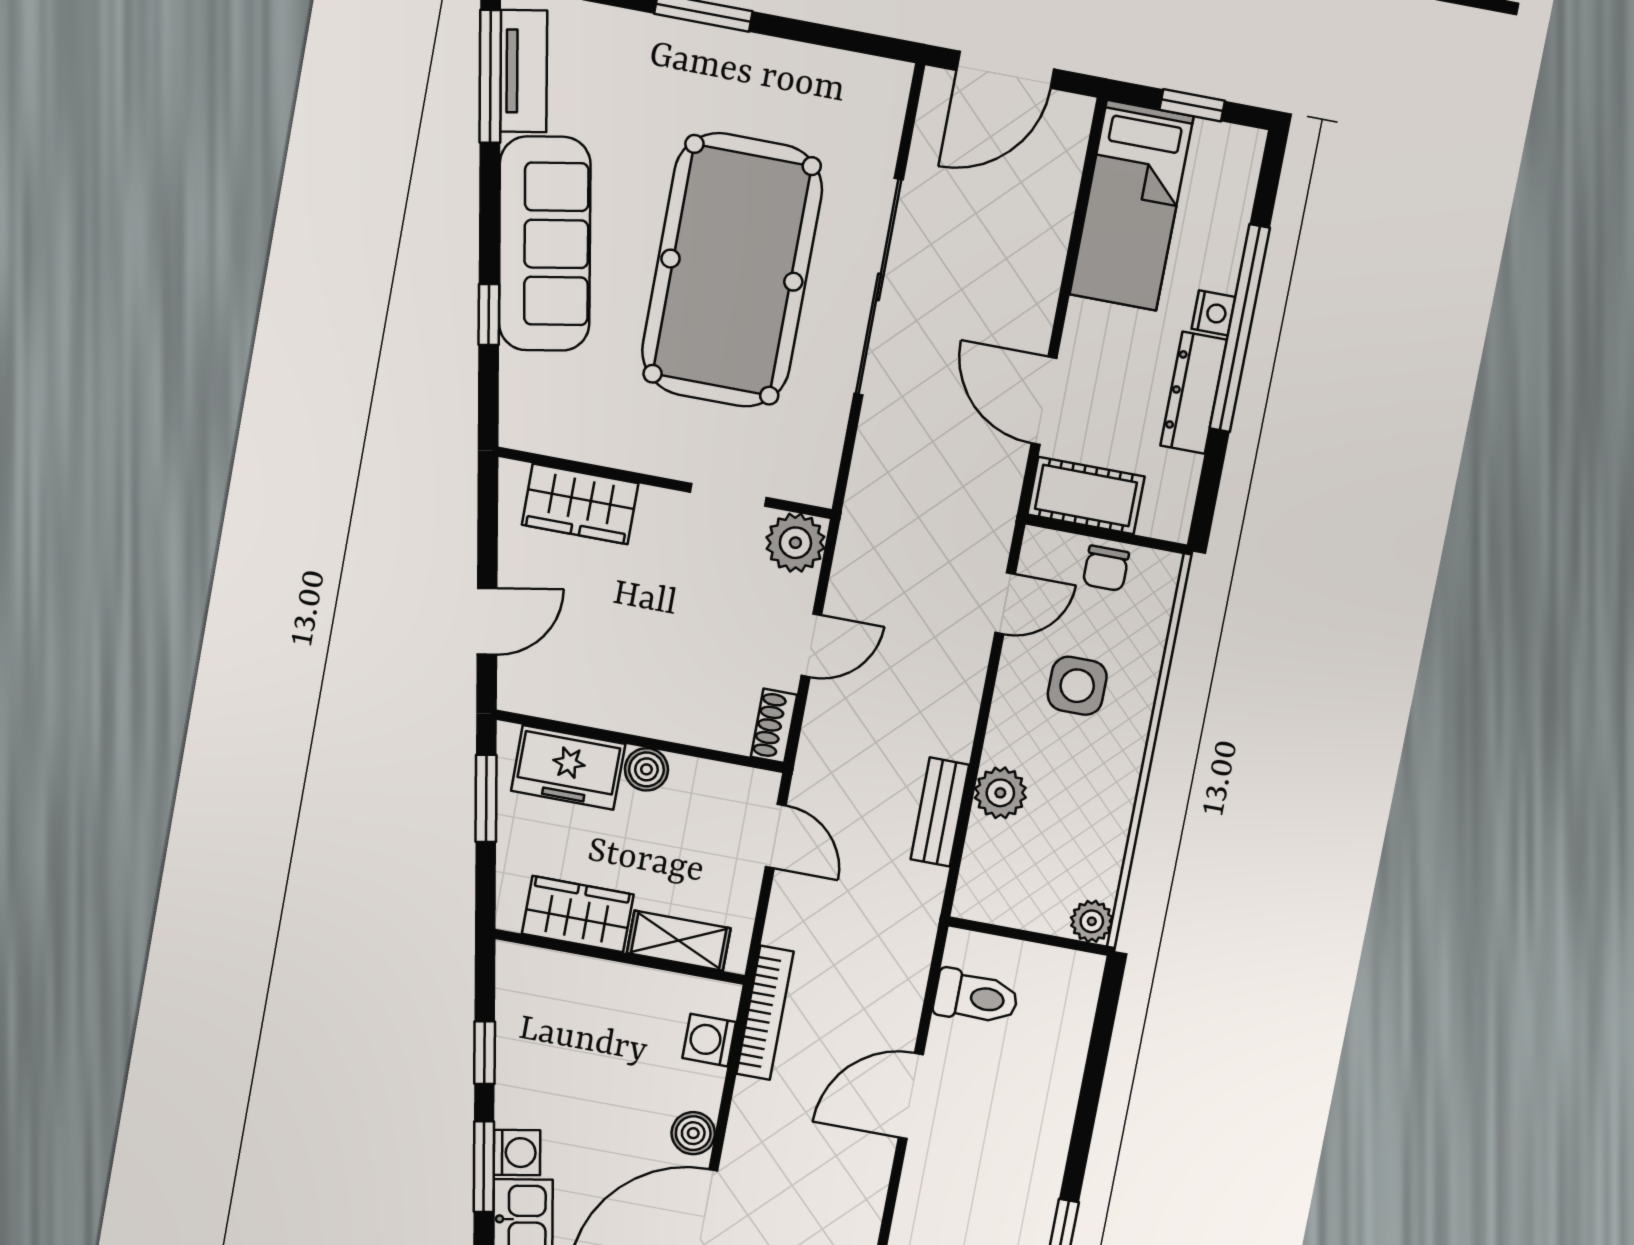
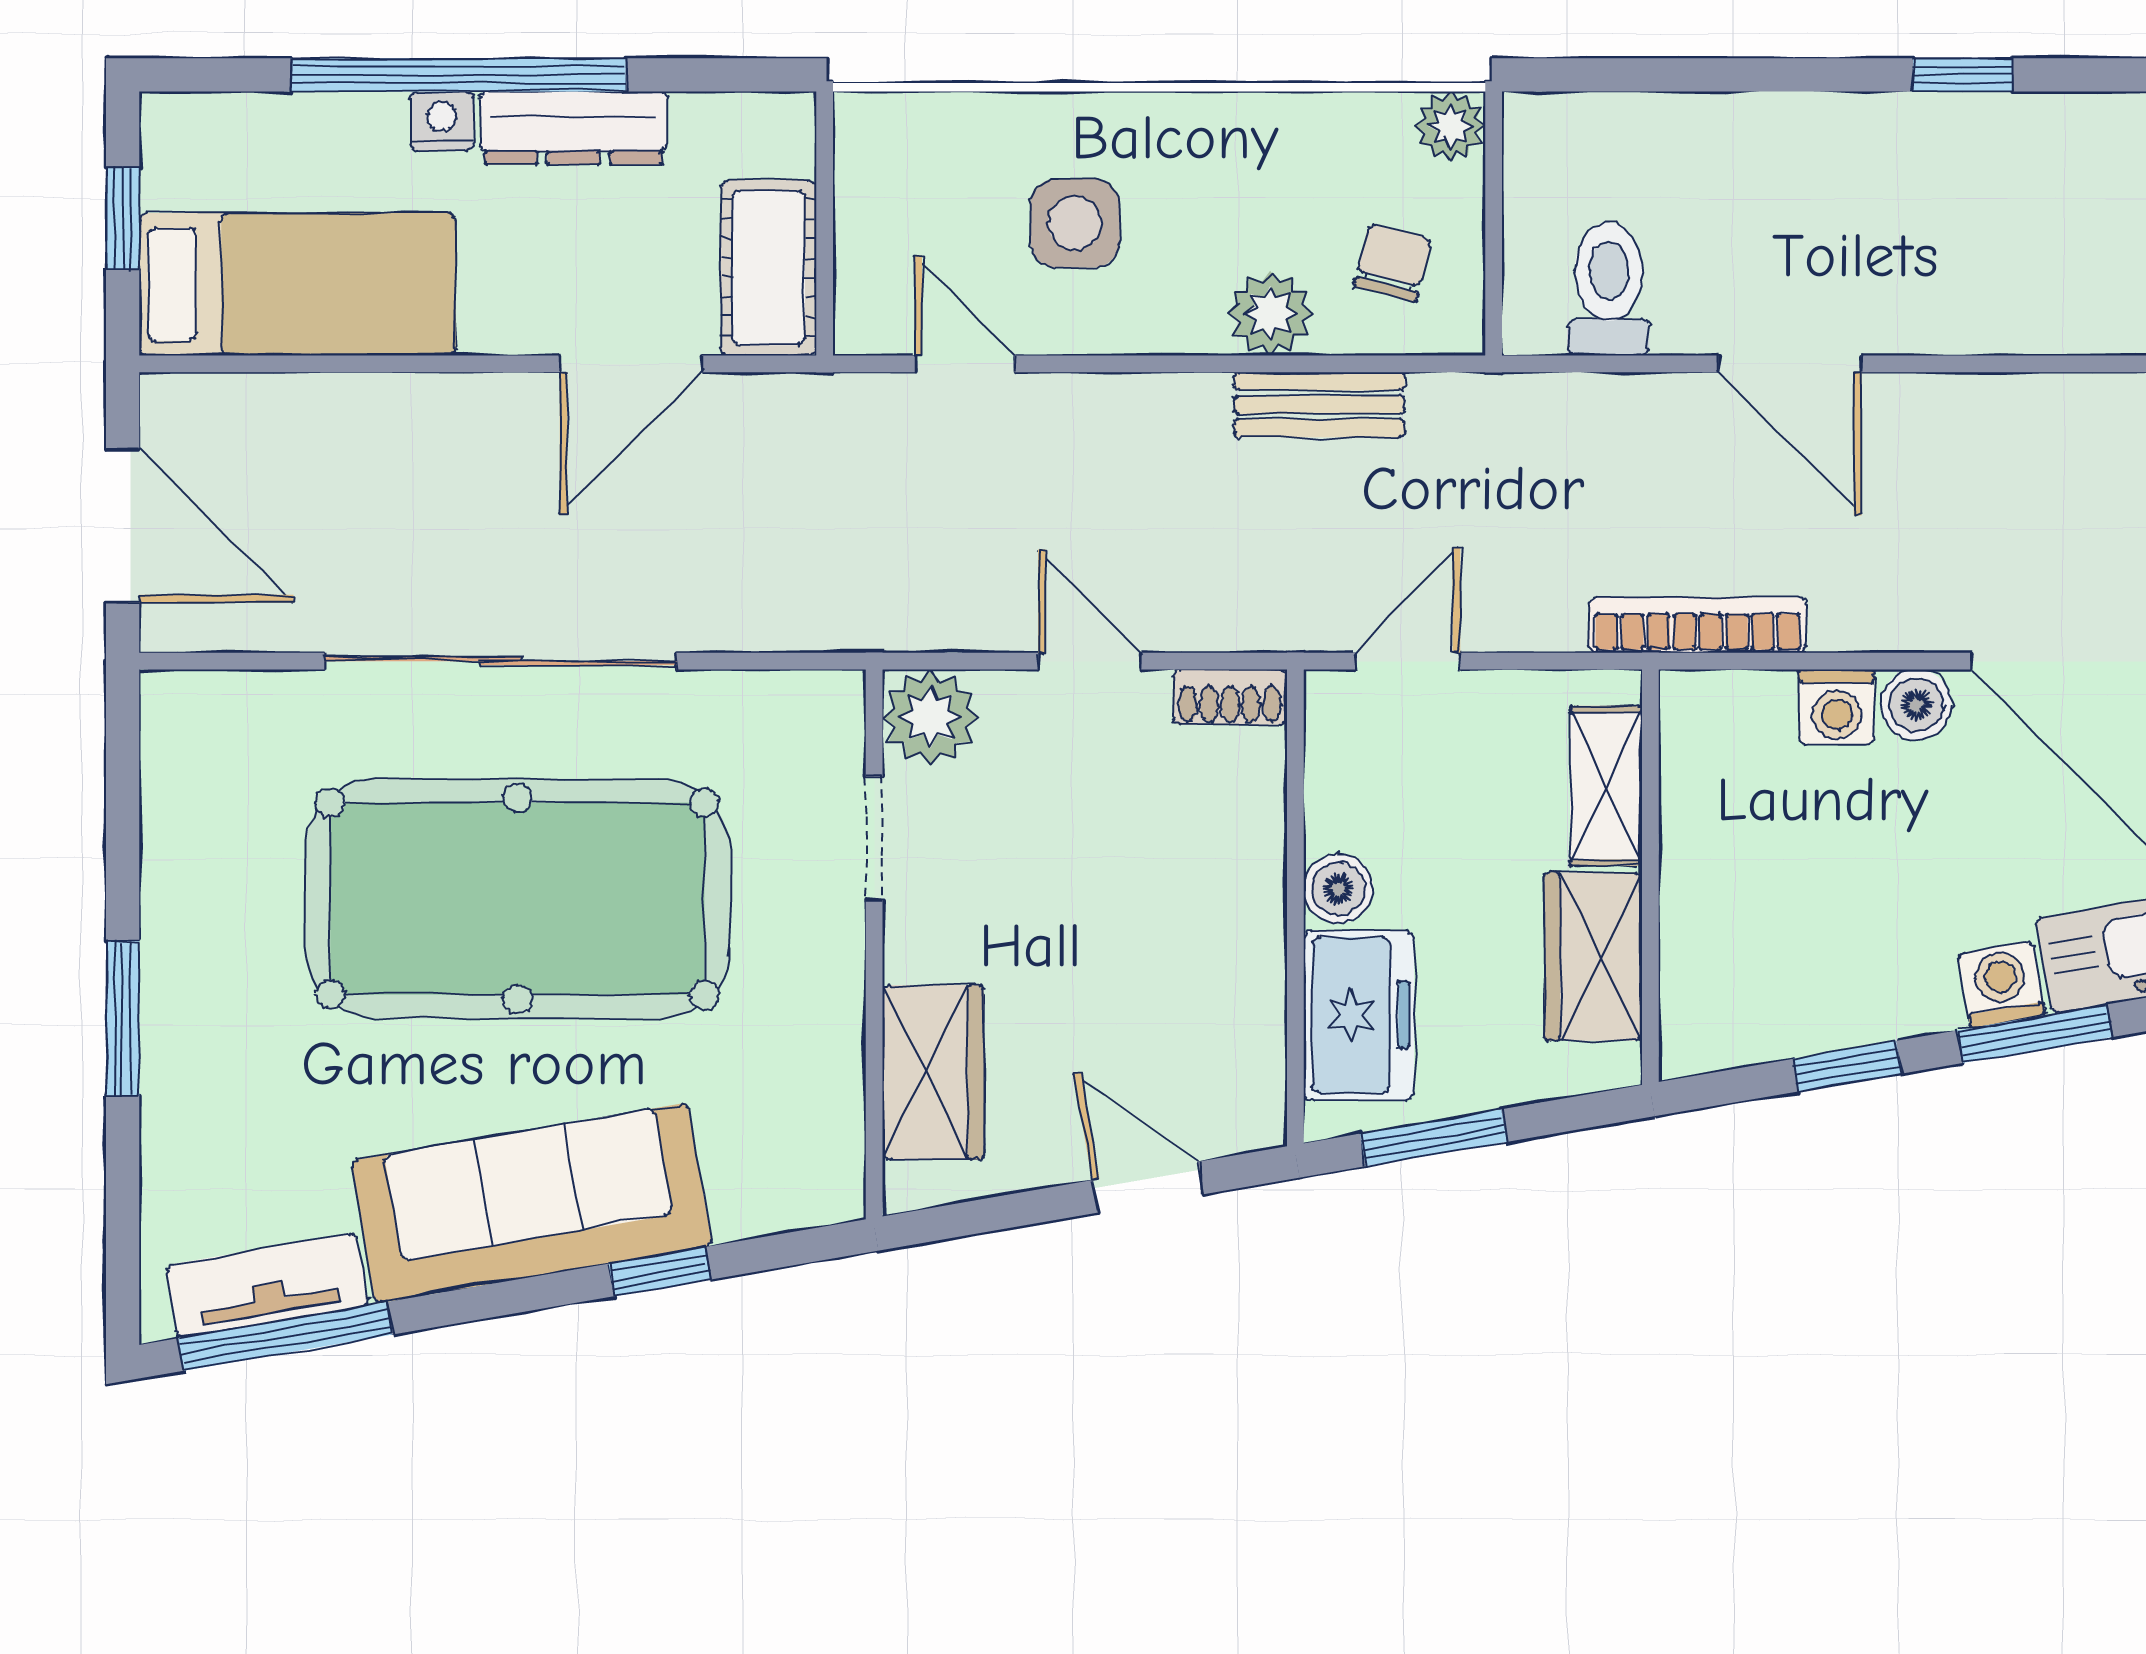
chair: (1106, 568) -> (1392, 263), moved, turned -76
washing machine: (709, 1040) -> (1837, 707), moved

